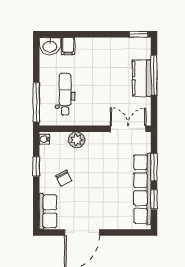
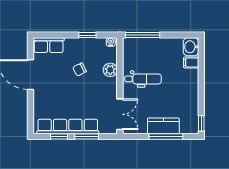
dental chair: (65, 94) -> (143, 79), moved
chair: (64, 178) -> (80, 69), moved

